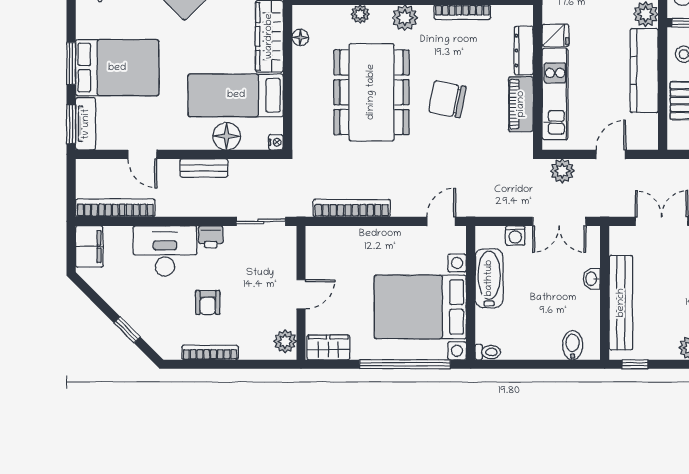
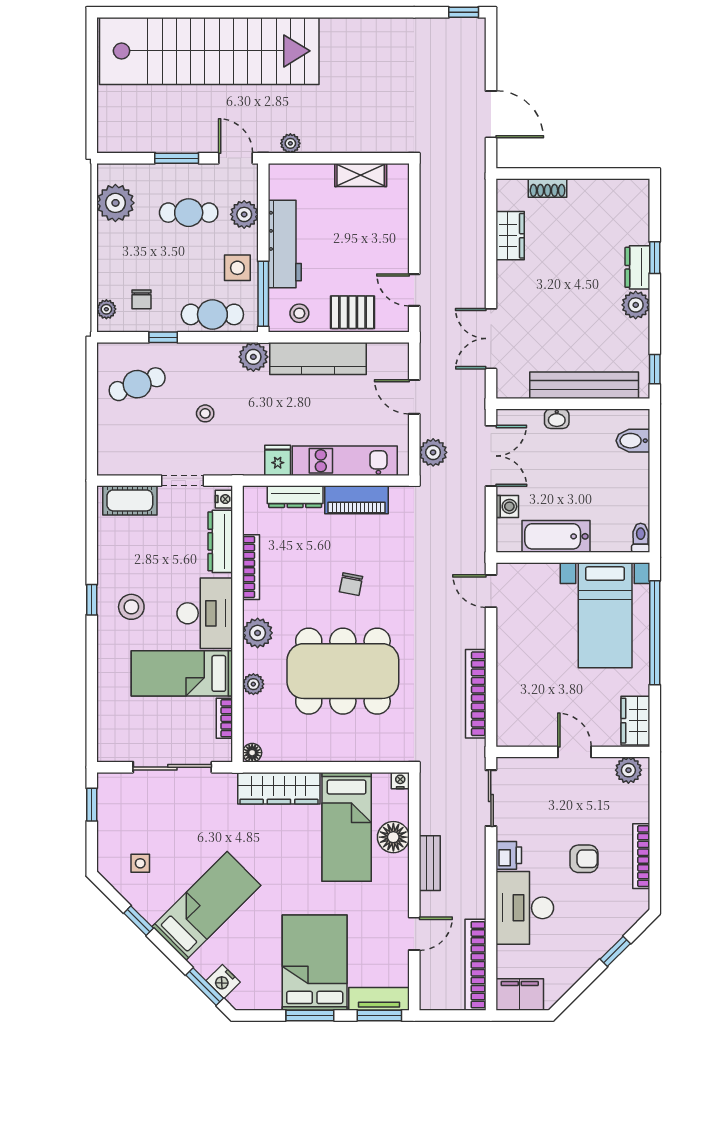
floor lamp: (300, 38) -> (252, 753), moved
chair: (447, 99) -> (351, 584), width x0.54, depth x0.54
bed with nightstands: (420, 307) -> (605, 615), width x0.73

